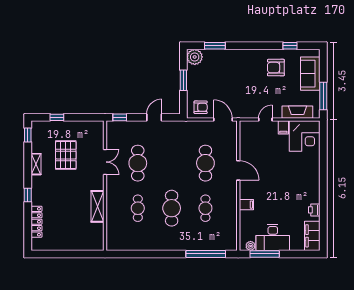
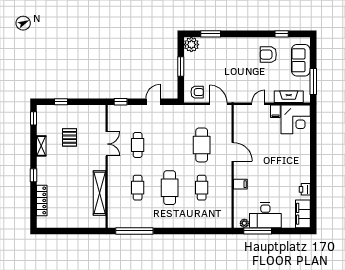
pallet: (66, 155) -> (70, 137), width x0.67, depth x0.71
cafe table: (138, 163) -> (138, 145), width x0.73, depth x0.74
shelving: (97, 206) -> (99, 193), width x1.47
window: (206, 254) -> (134, 231), moved

